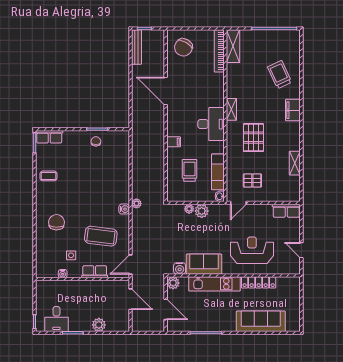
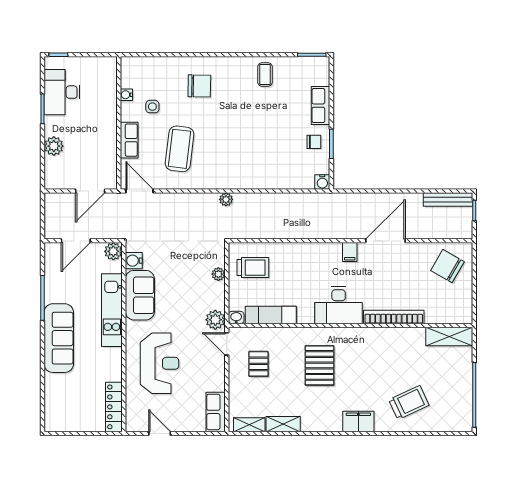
bookcase: (219, 51) -> (394, 317), moved
shelving: (231, 109) -> (249, 425), moved
row of seats: (49, 137) -> (321, 106), moved
pallet: (253, 138) -> (319, 365), turned 90
filing cabinet: (174, 142) -> (350, 252), moved
trolley: (190, 170) -> (253, 268), moved
water cooler: (124, 209) -> (322, 182), moved
plant: (202, 211) -> (215, 320), moved
door: (301, 250) -> (160, 433), hinge flipped
locker: (259, 282) -> (114, 407), moved
desk: (56, 319) -> (62, 92), width x1.37
sofa: (261, 321) -> (59, 338), moved

